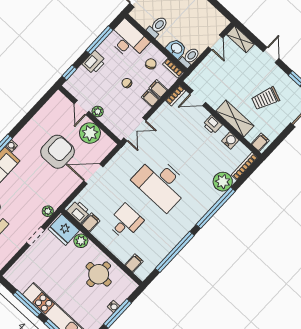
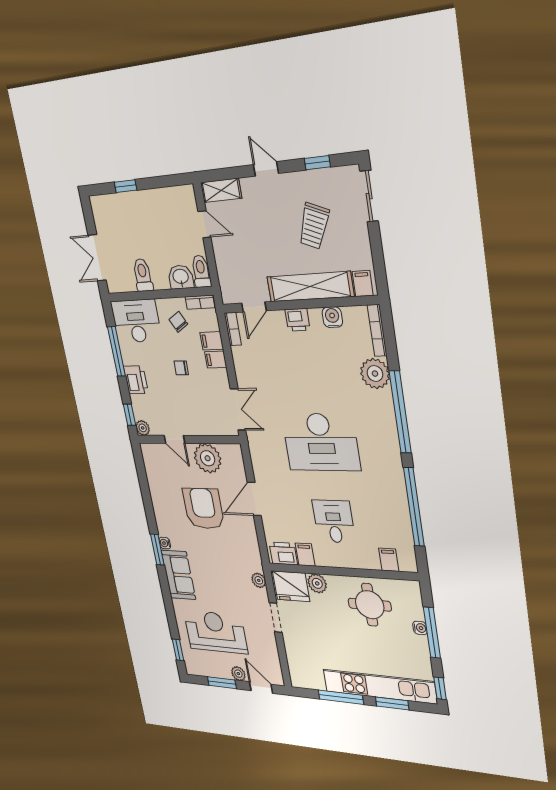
plant: (98, 112) -> (143, 428), moved
shelving: (235, 118) -> (310, 287), width x1.47

